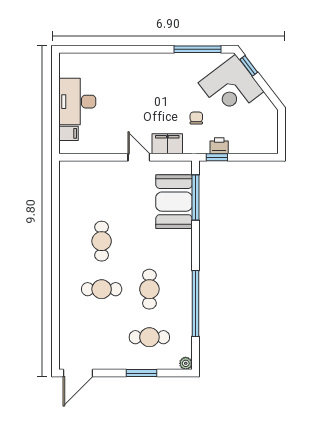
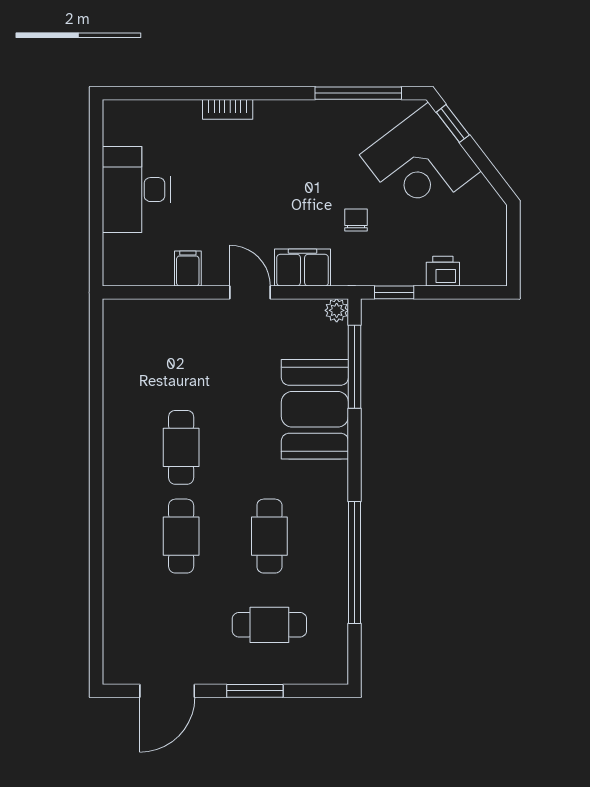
bookcase: (127, 58) -> (228, 109), added
filing cabinet: (68, 133) -> (188, 269), moved, turned -90
printer: (219, 146) -> (443, 271), moved
booth: (174, 202) -> (315, 409), moved
cafe table: (102, 289) -> (181, 536), turned 90
plant: (186, 363) -> (337, 310), moved
door: (78, 373) -> (167, 691), moved

